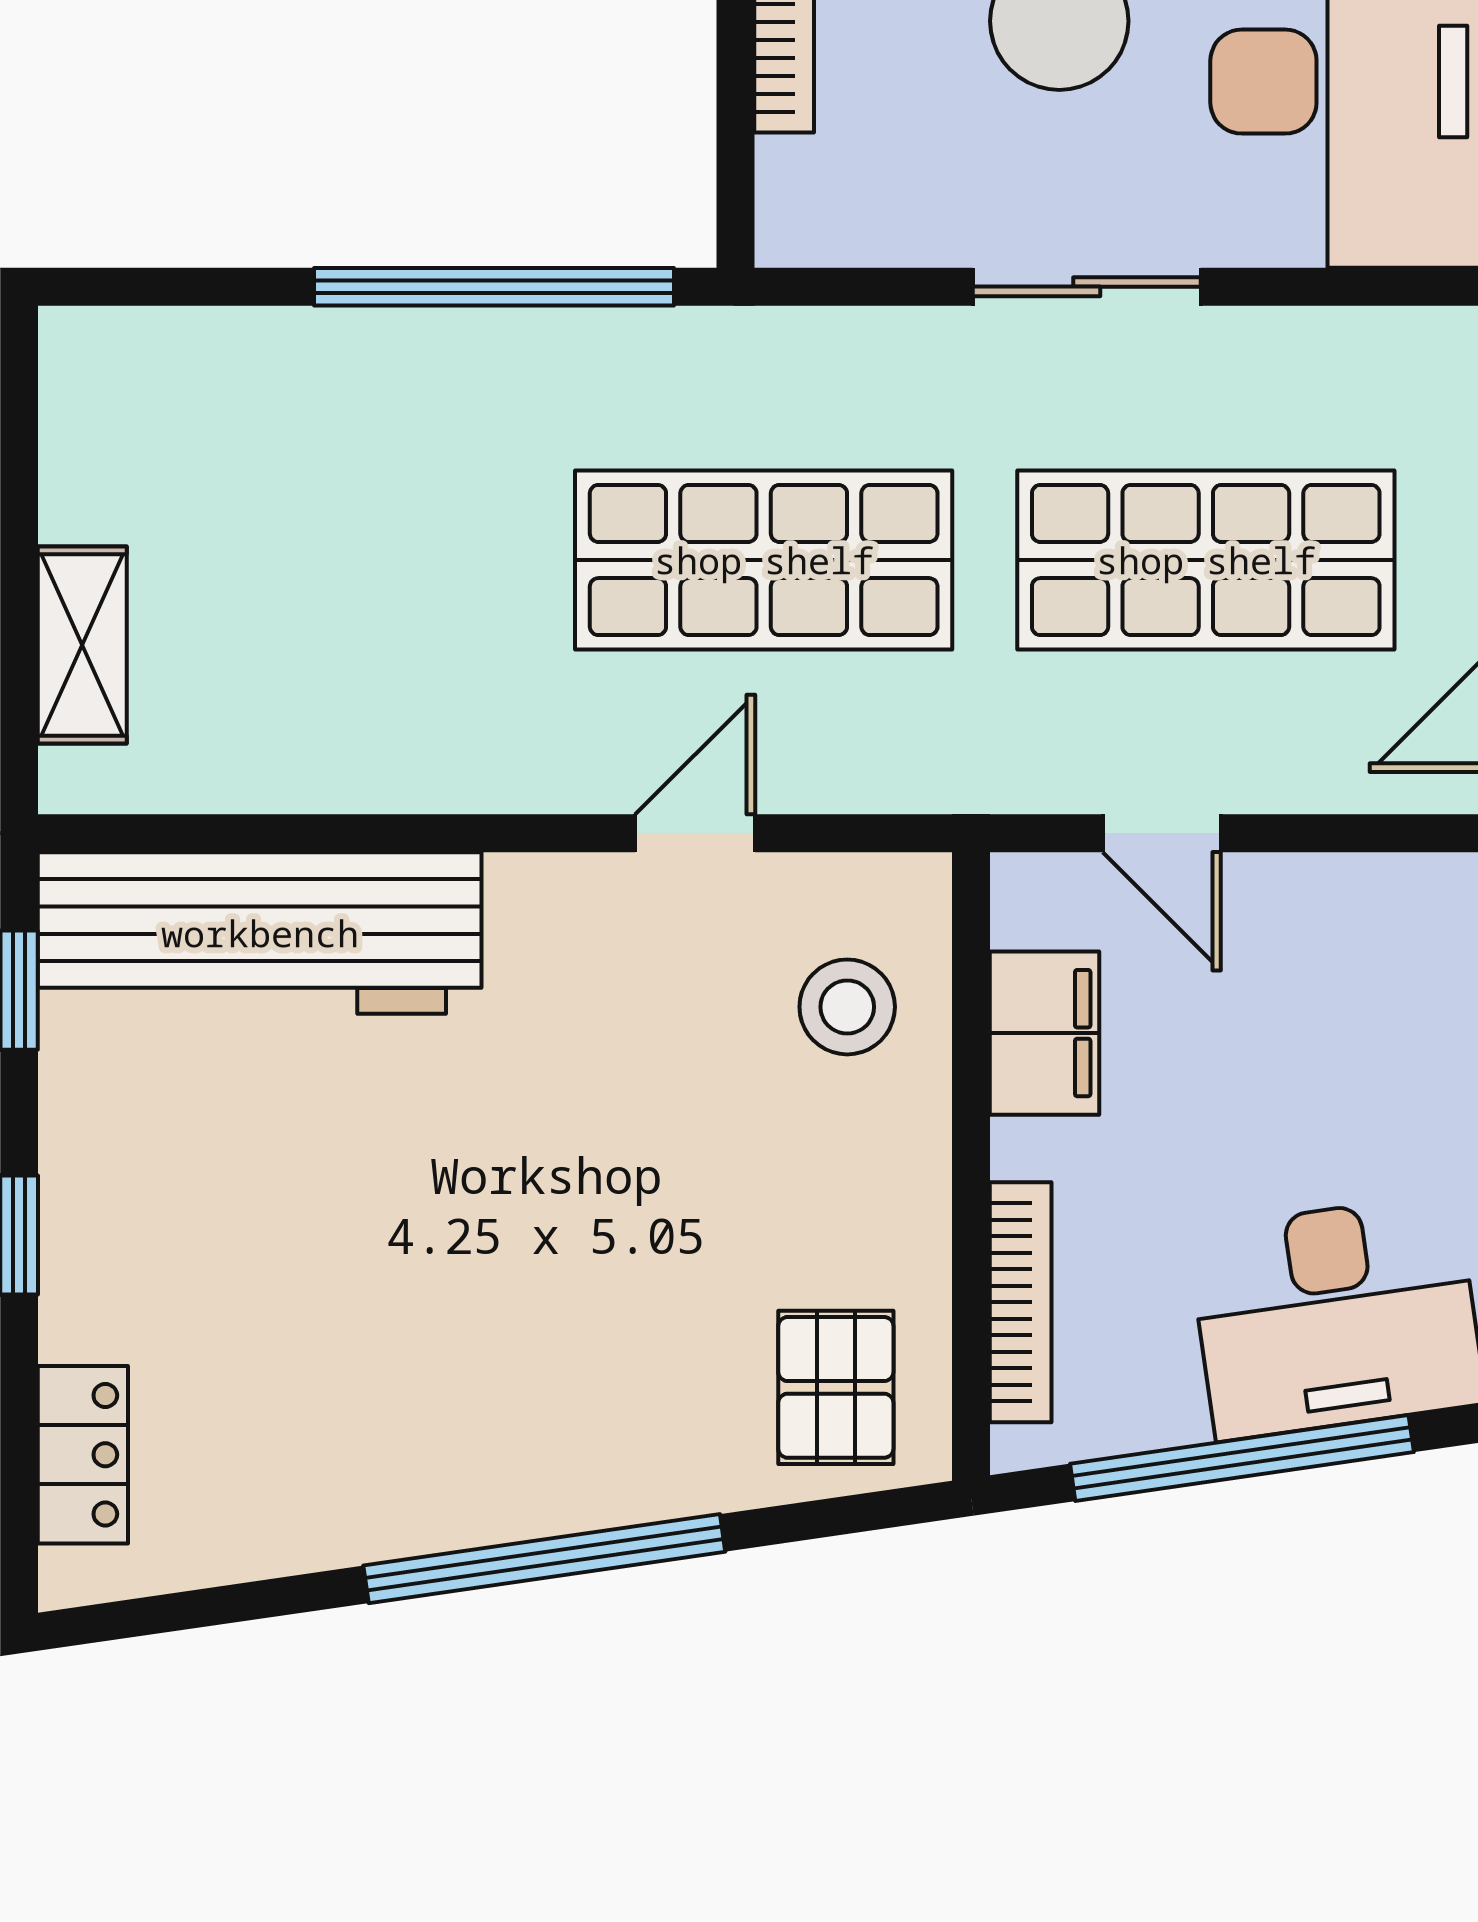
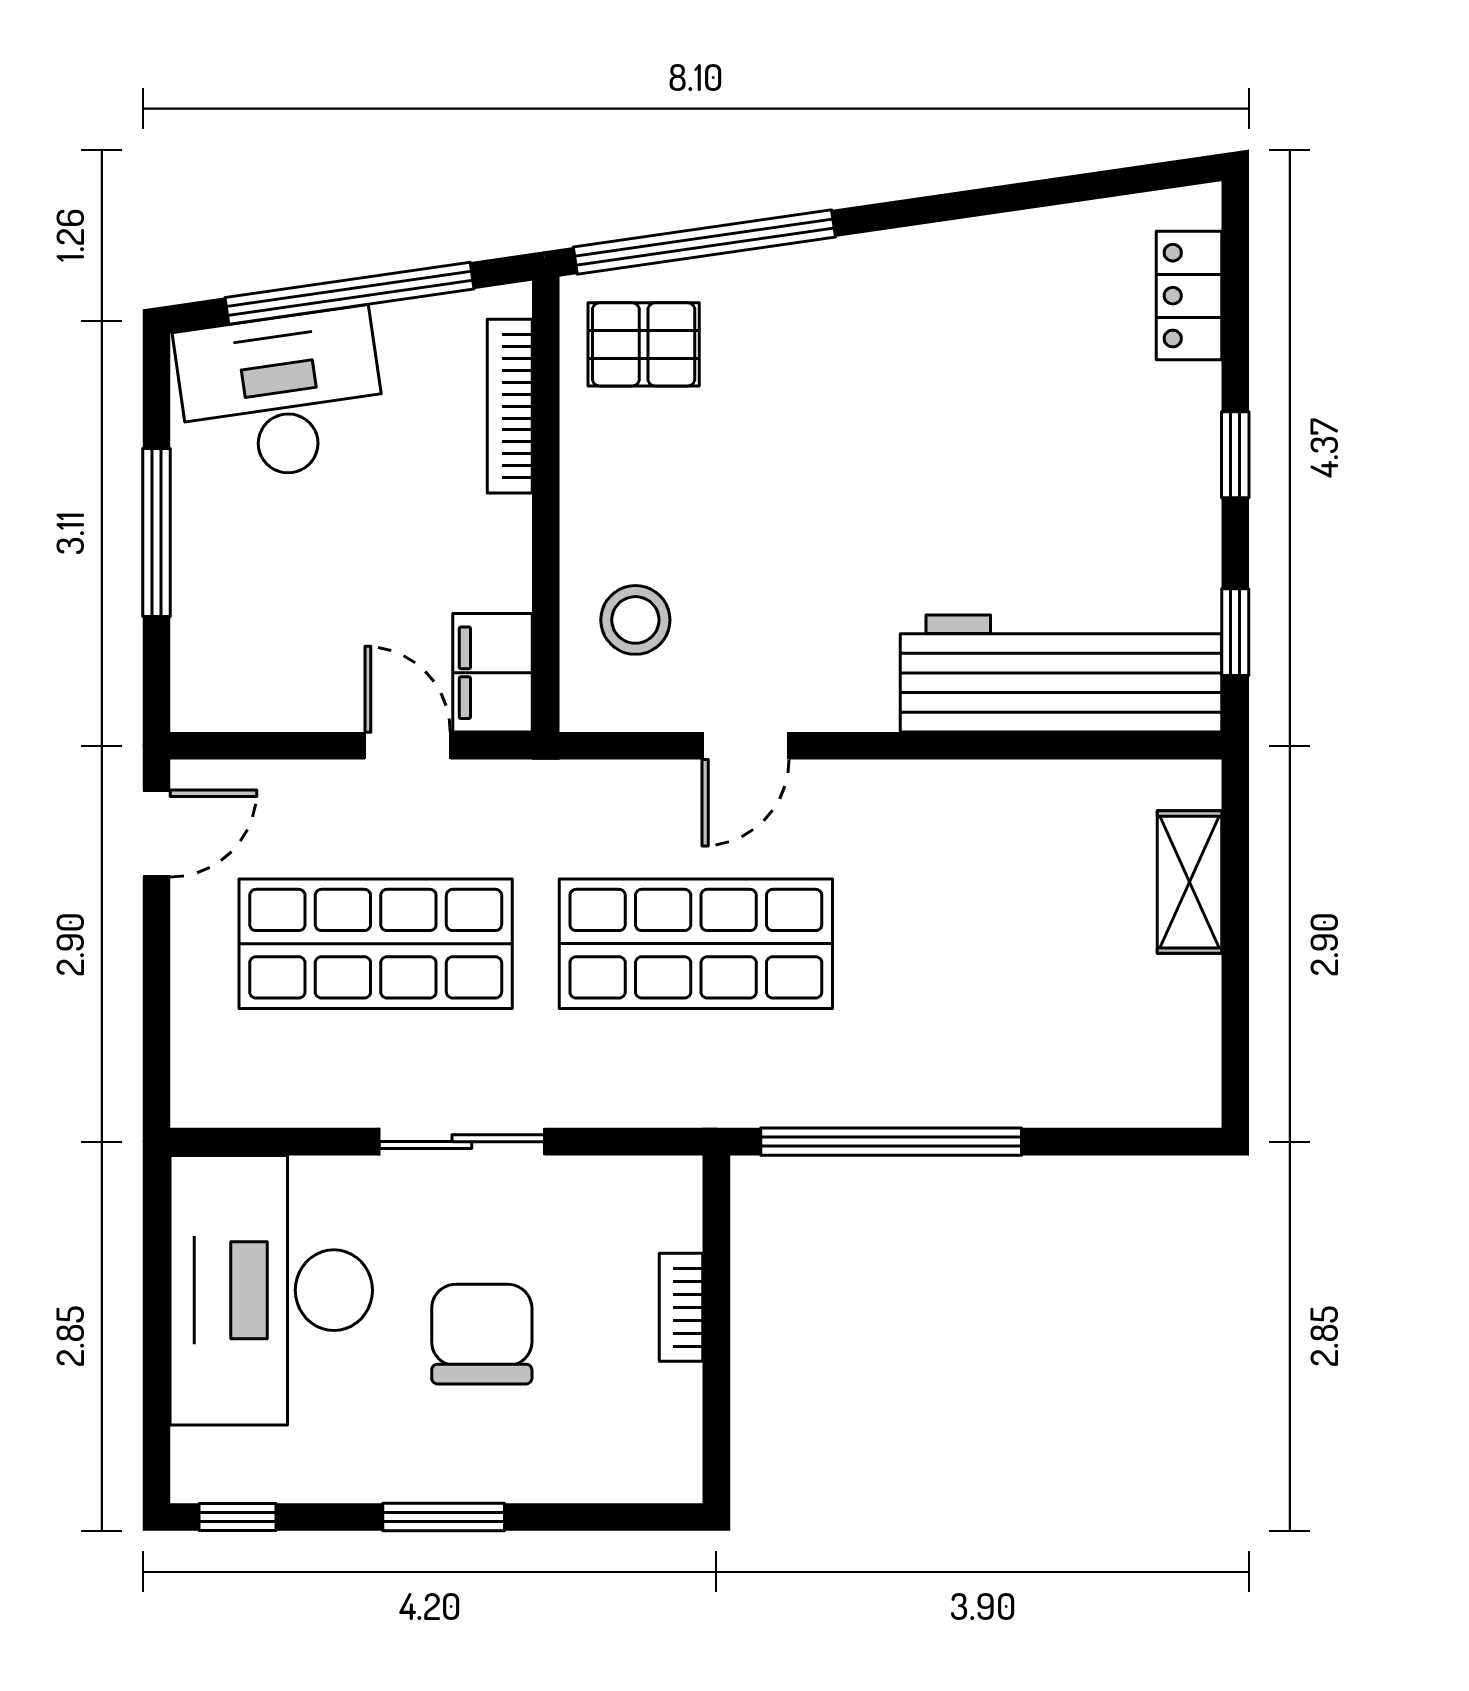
filing cabinet: (1044, 1033) -> (493, 673), moved
pallet: (836, 1387) -> (644, 344), turned 90
window: (544, 1559) -> (704, 242), moved

